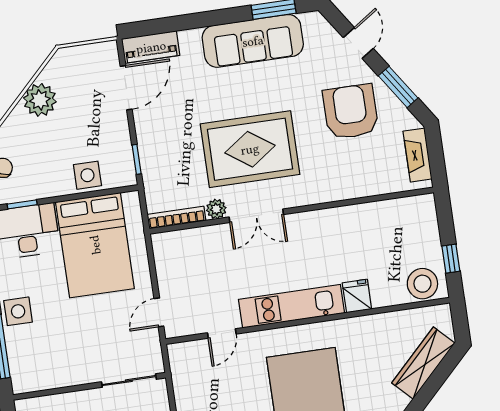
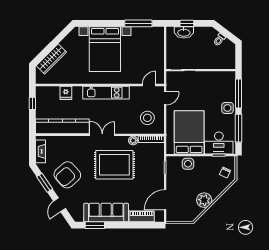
piano: (151, 47) -> (142, 216), moved
armchair: (351, 112) -> (67, 175), turned 48
double door: (256, 216) -> (102, 135), moved
kitchen counter: (377, 217) -> (62, 126), added
stool: (422, 284) -> (147, 118), moved
fridge: (357, 296) -> (66, 93), moved
door: (222, 333) -> (149, 85), moved

